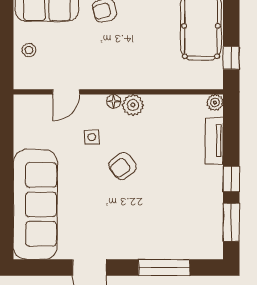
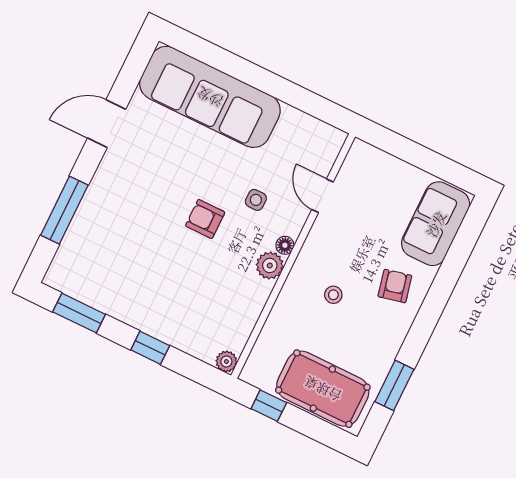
stool: (29, 50) -> (333, 295), moved
tv unit: (214, 141) -> (183, 339), removed
armchair: (122, 166) -> (205, 219), turned -52
window: (231, 179) -> (150, 348), moved

